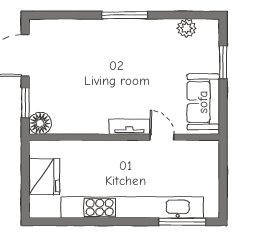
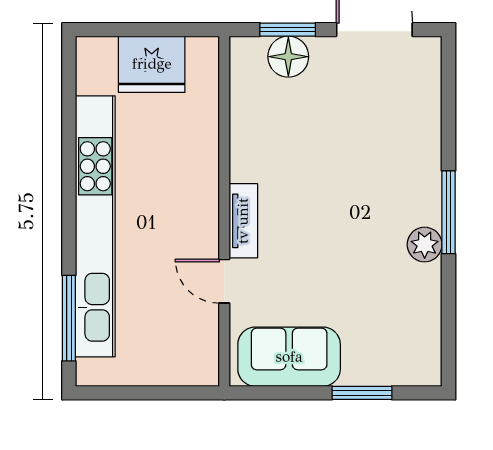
plant: (186, 28) -> (425, 245), moved
floor lamp: (40, 123) -> (288, 57), moved
door: (162, 137) -> (224, 281), swing flipped

